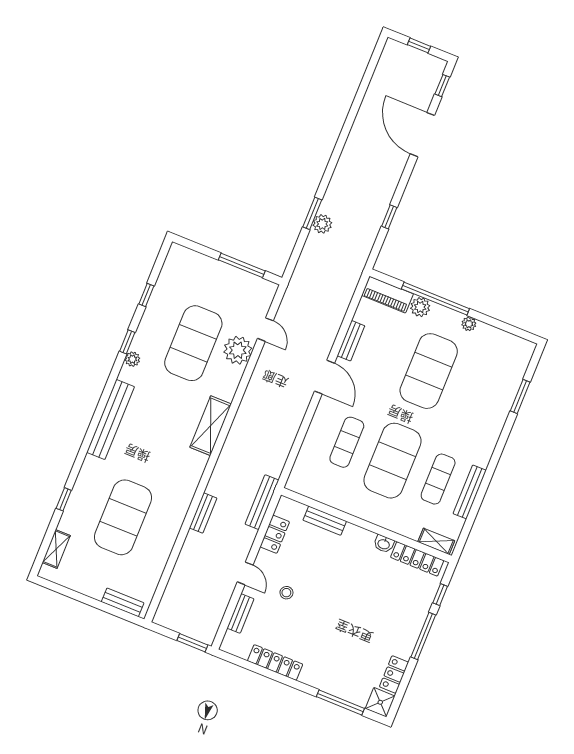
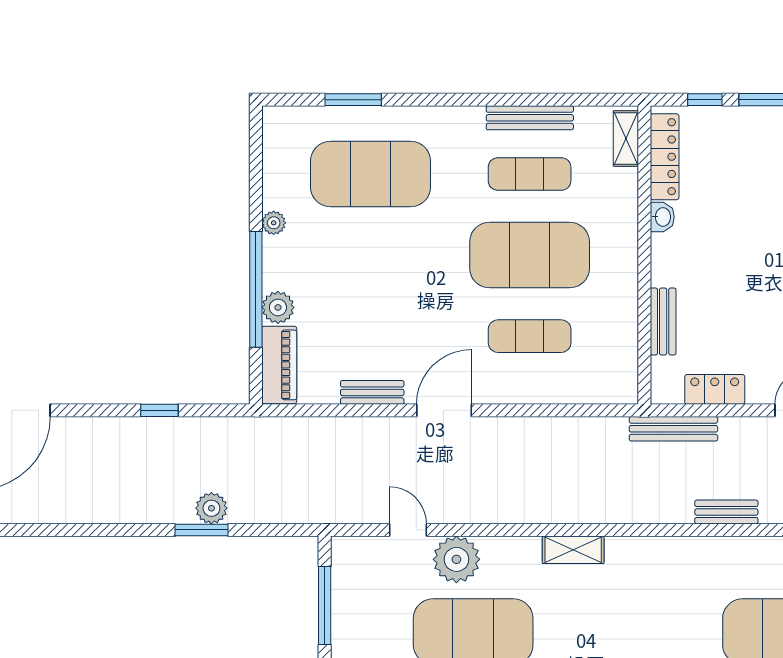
door: (265, 330) -> (408, 530), hinge flipped
exercise mat: (429, 371) -> (371, 174), moved
shelving: (211, 426) -> (573, 550), width x0.67, depth x0.75

